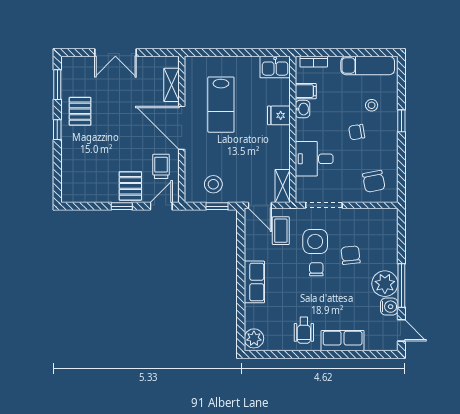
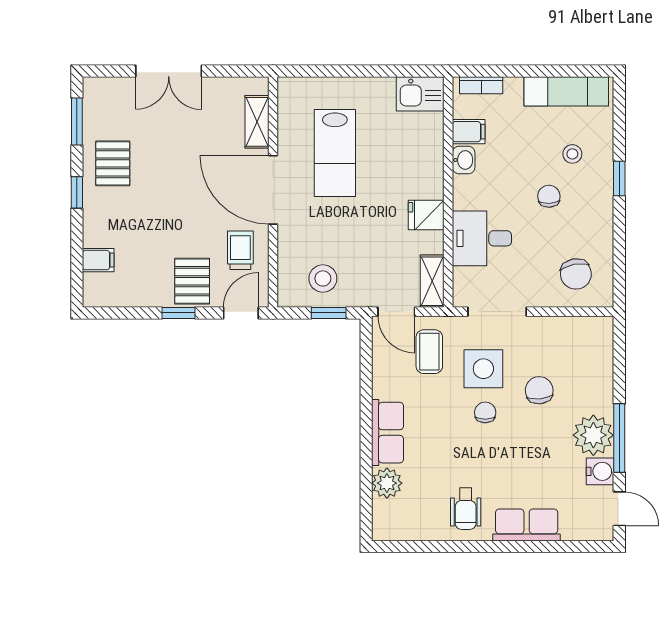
fridge: (279, 115) -> (426, 215), moved
chair: (357, 132) -> (549, 196), turned 96
filing cabinet: (71, 173) -> (98, 260), added
plant: (254, 338) -> (387, 483), moved

